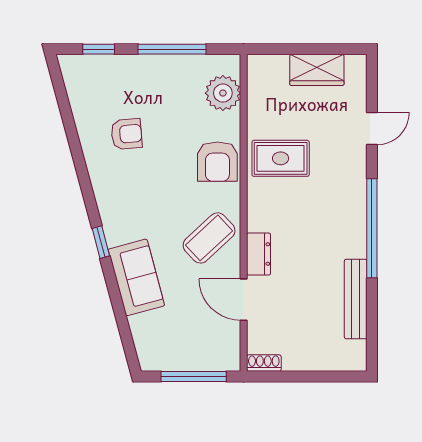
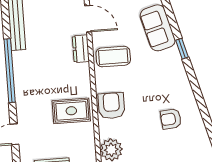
coffee table: (209, 238) -> (113, 57), turned 43

